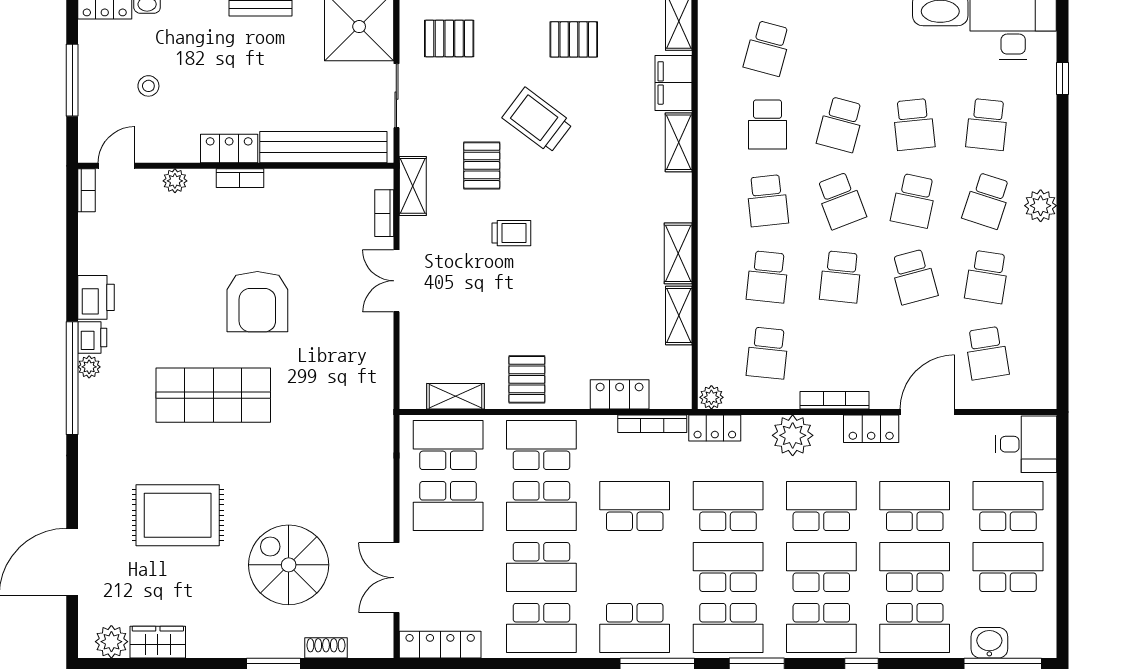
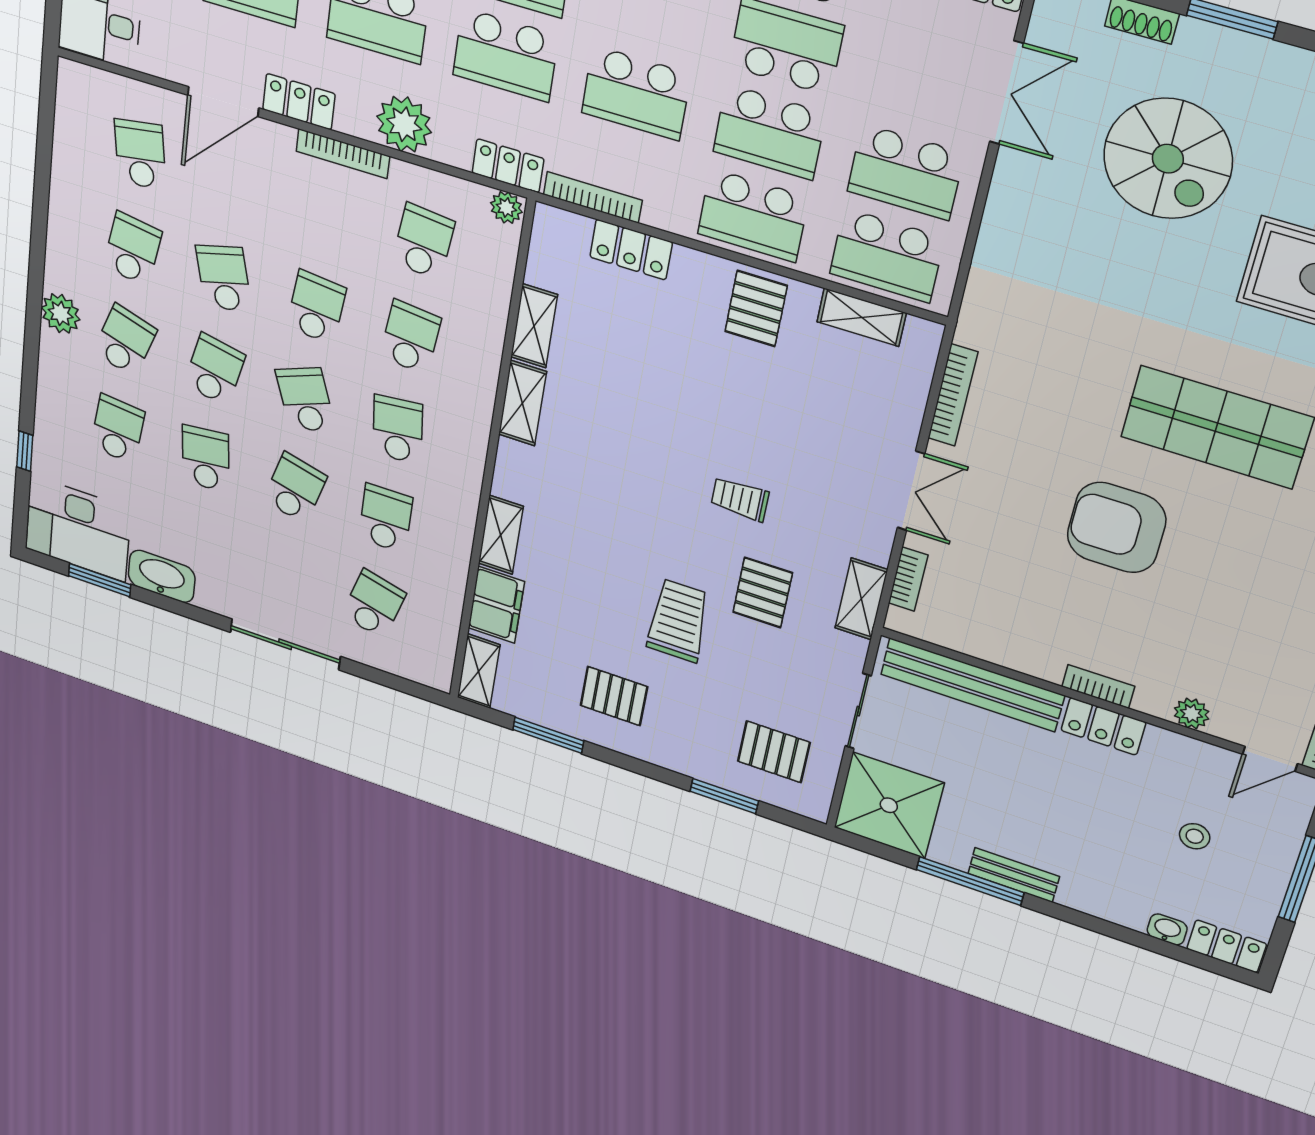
trolley: (537, 120) -> (678, 621), turned -127
armchair: (257, 302) -> (1116, 528), turned -90
bookcase: (384, 361) -> (953, 395), added
school desk: (448, 506) -> (906, 172), turned 180
school desk: (541, 506) -> (769, 132), turned 180

